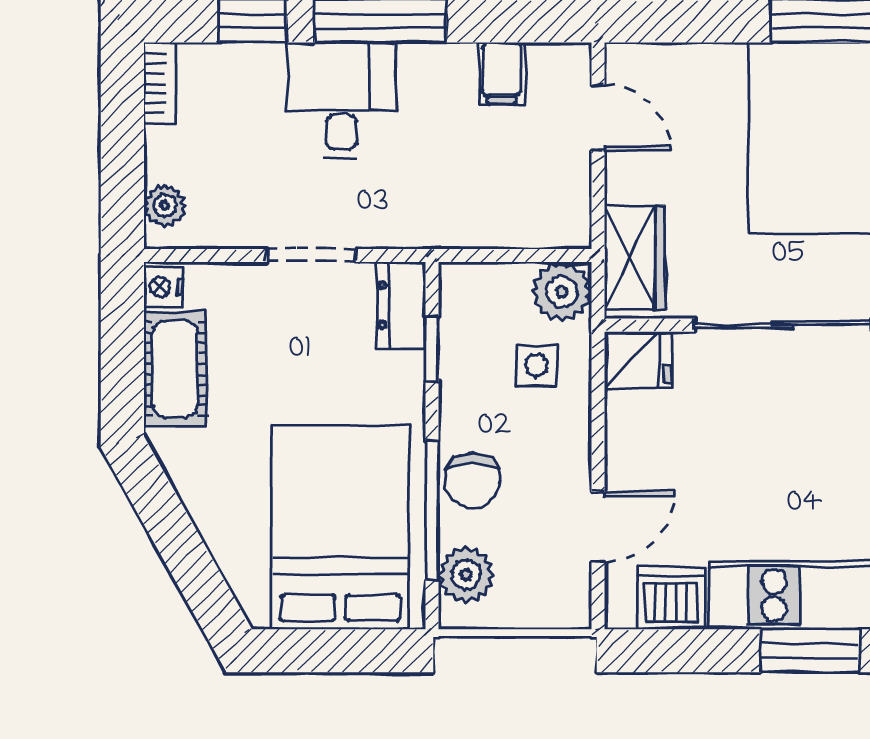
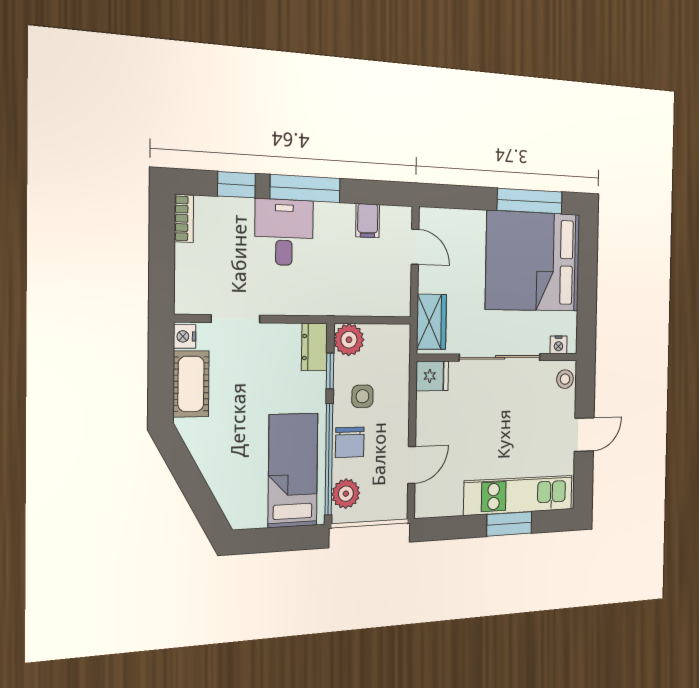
plant: (165, 206) -> (186, 290), removed
doorway: (311, 255) -> (236, 319), moved
plant: (562, 292) -> (349, 340), moved
side table: (536, 365) -> (362, 396), moved
window: (432, 510) -> (329, 459), width x1.46
bed: (340, 527) -> (293, 470), width x0.67
dishwasher: (671, 598) -> (446, 501), removed

